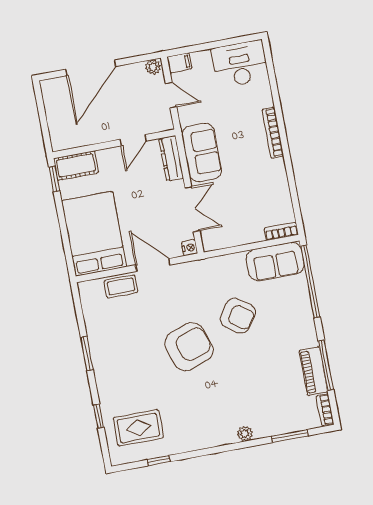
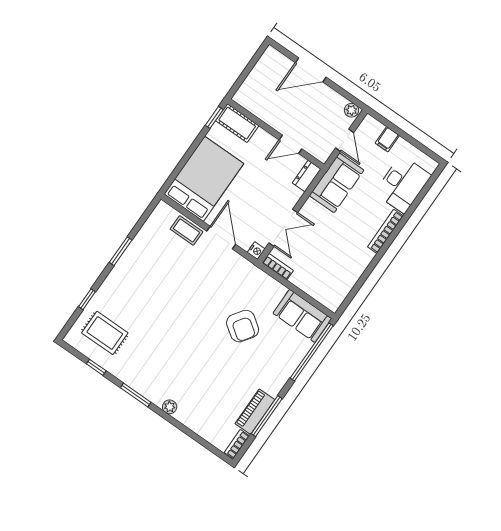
filing cabinet: (179, 63) -> (387, 139), moved, turned 90
desk: (240, 64) -> (403, 184), moved, turned 90
door: (91, 68) -> (311, 70), width x0.73
sofa: (202, 152) -> (337, 183), moved
dresser: (171, 158) -> (307, 176), width x0.70
bookcase: (281, 231) -> (278, 267), moved
armchair: (189, 347) -> (191, 314), removed
window: (290, 436) -> (136, 395), moved

